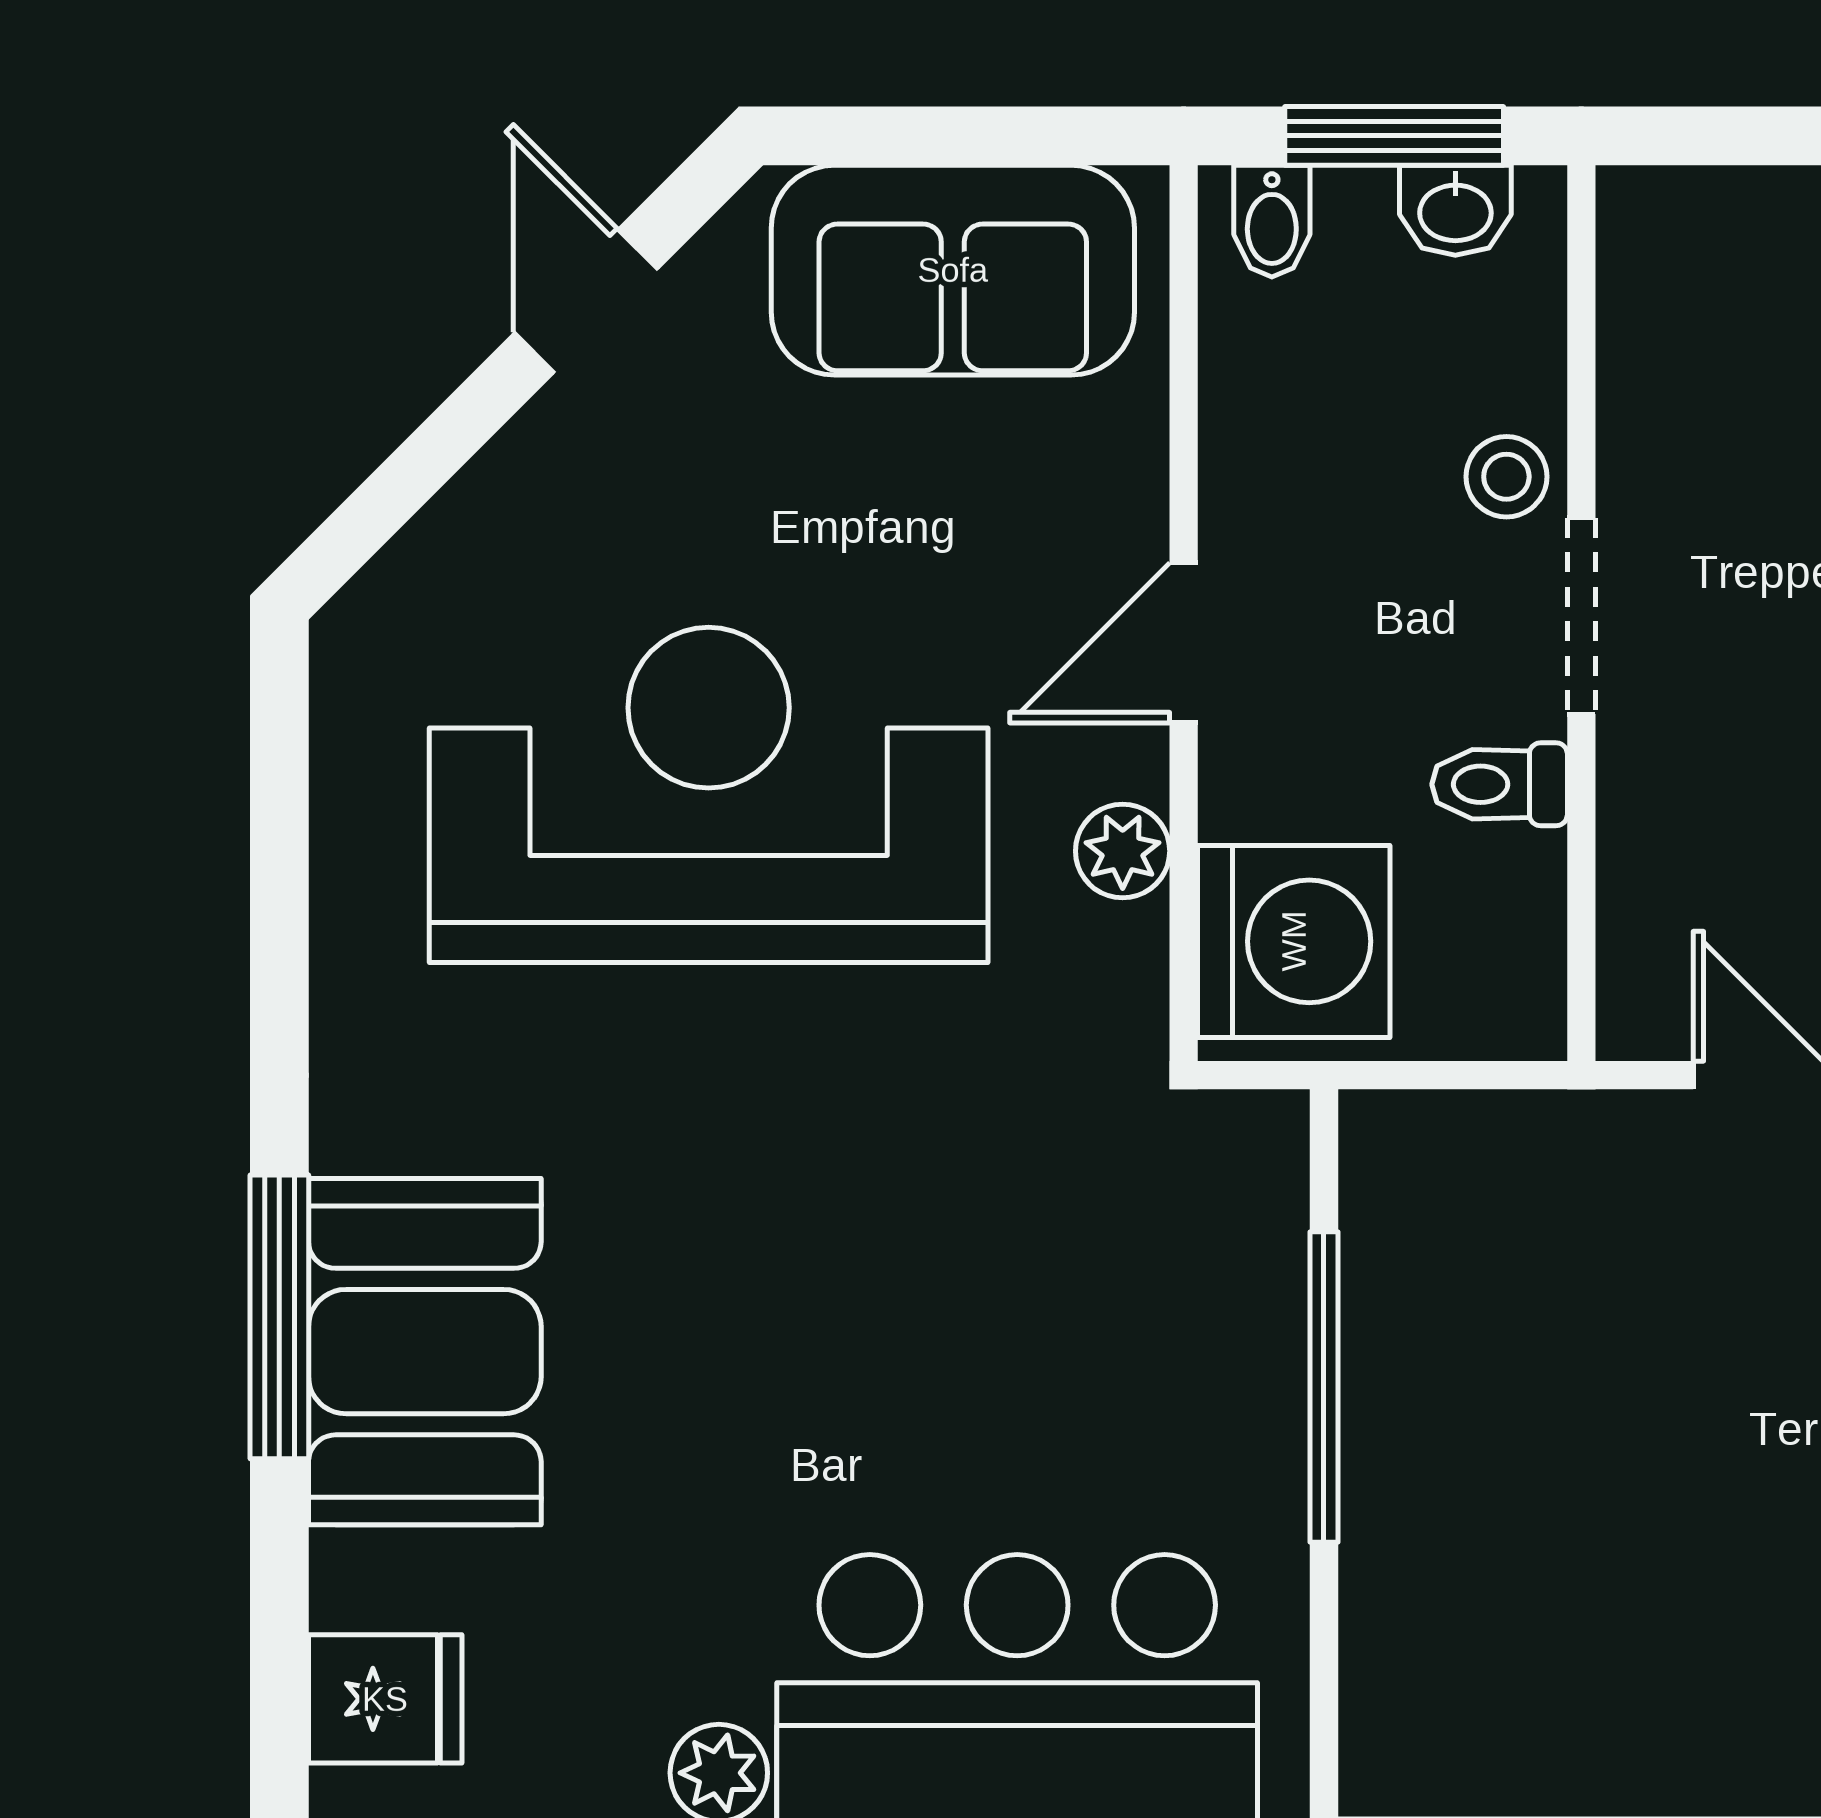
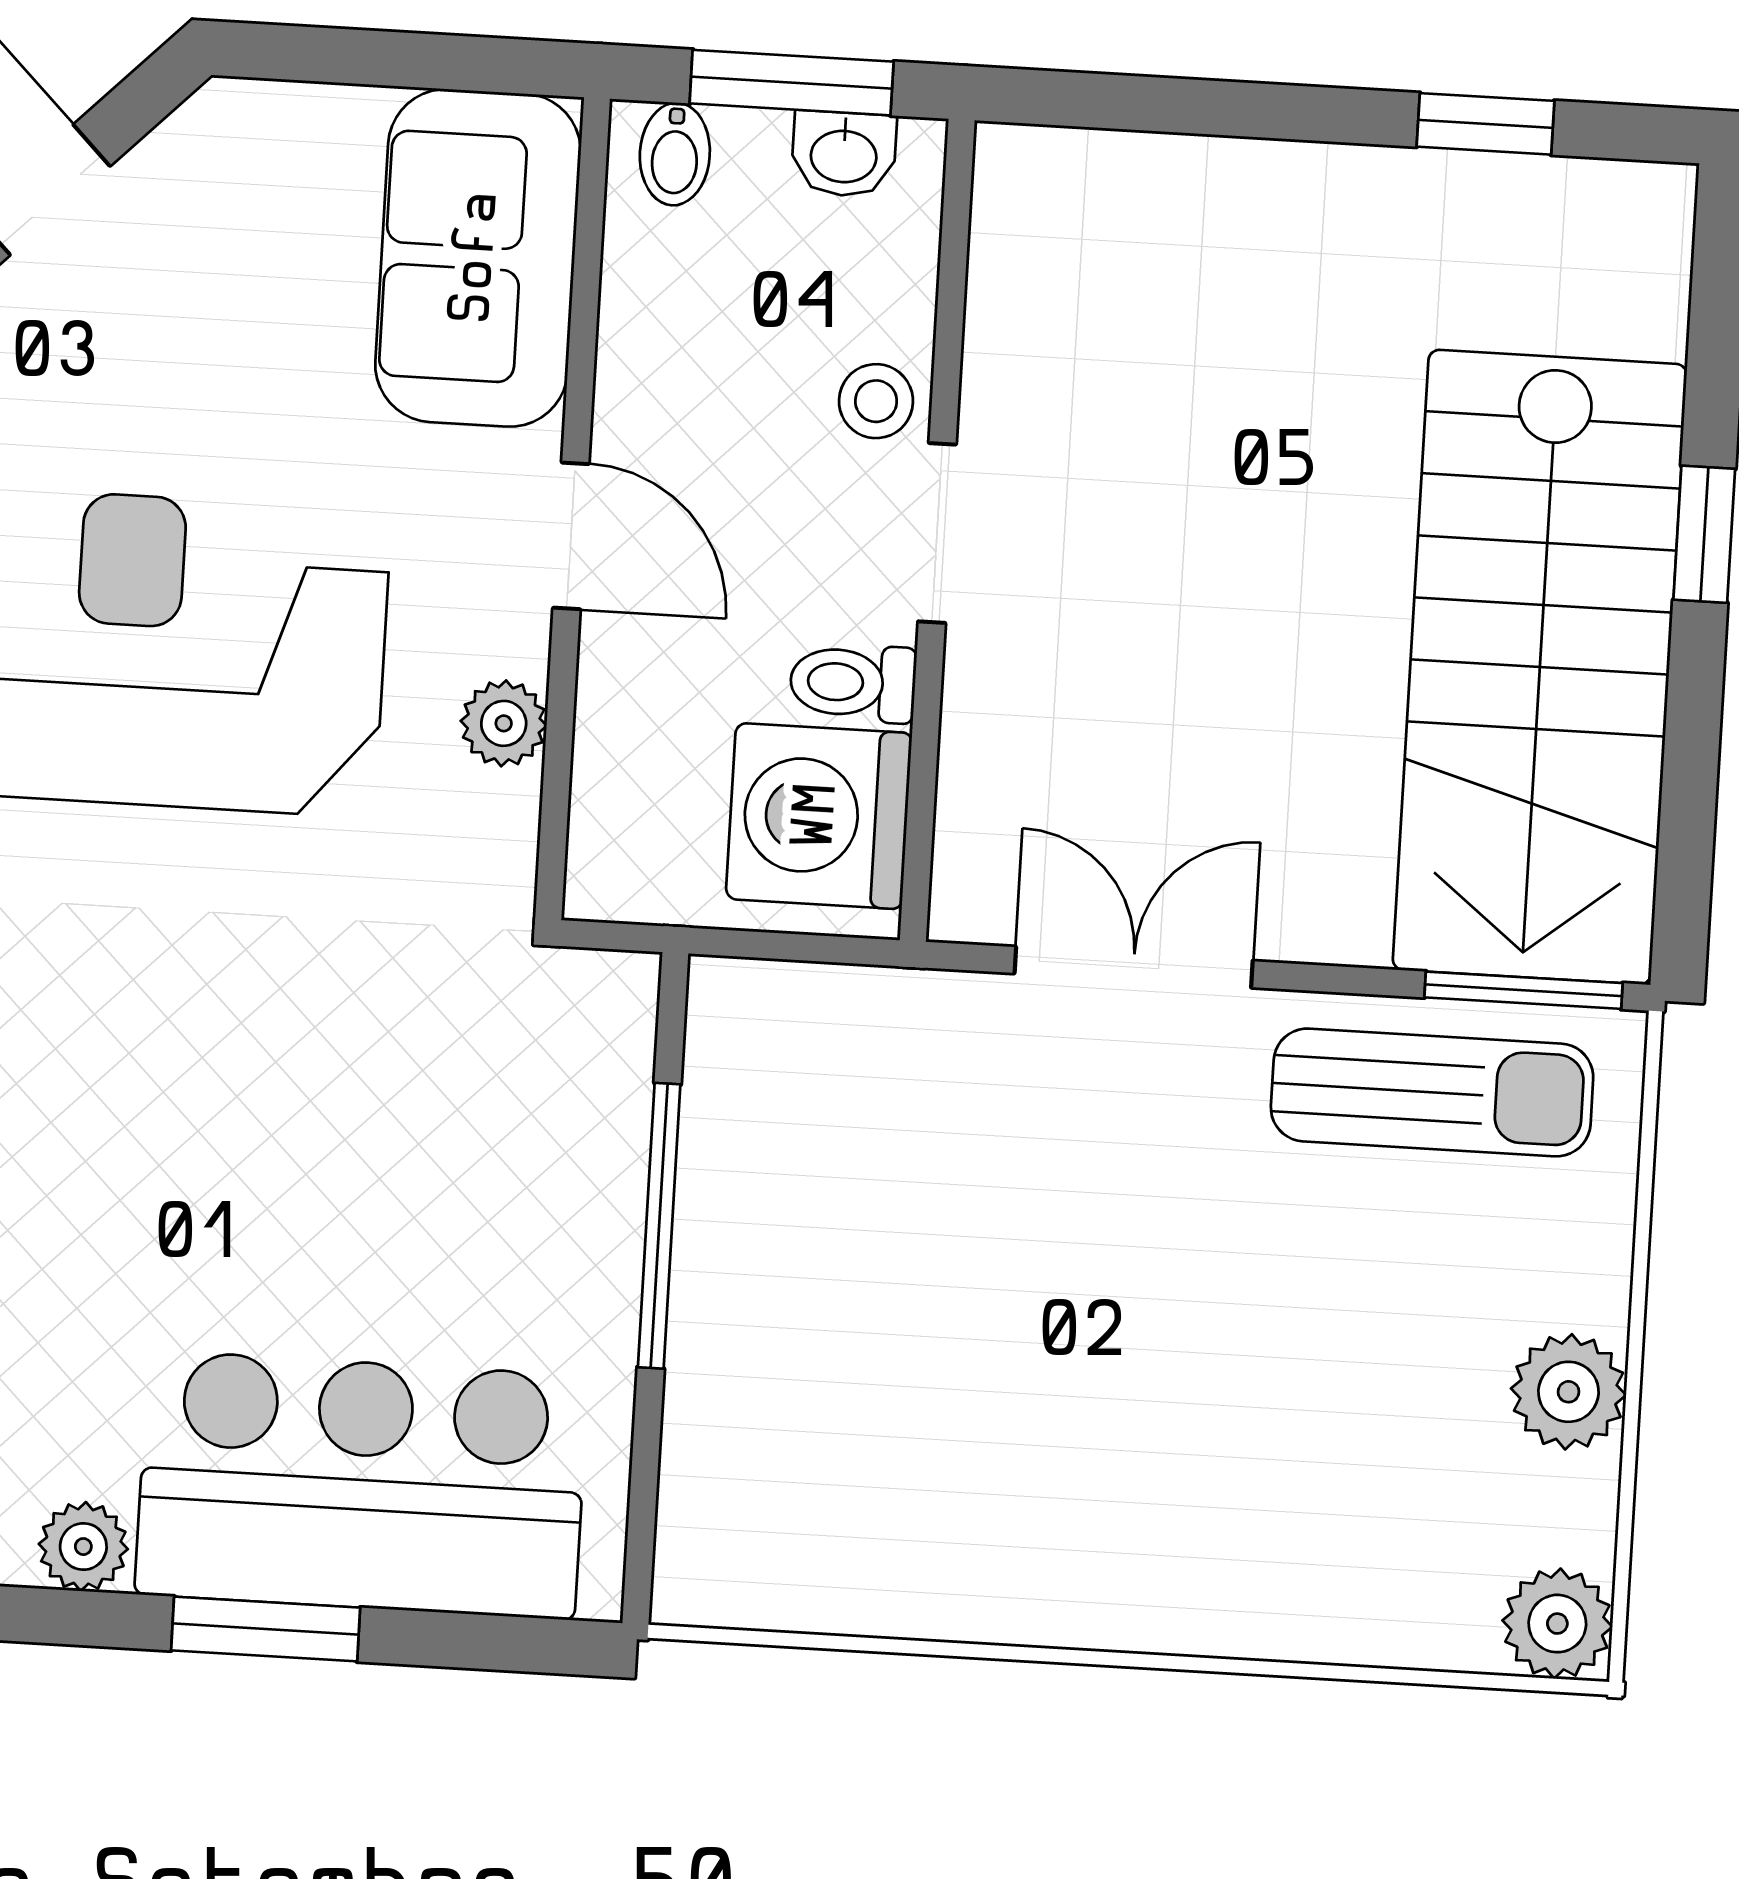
sofa: (953, 270) -> (478, 258), moved, turned 90
door: (1184, 643) -> (571, 536), swing flipped
washing machine: (1294, 941) -> (819, 816), moved, turned 180

